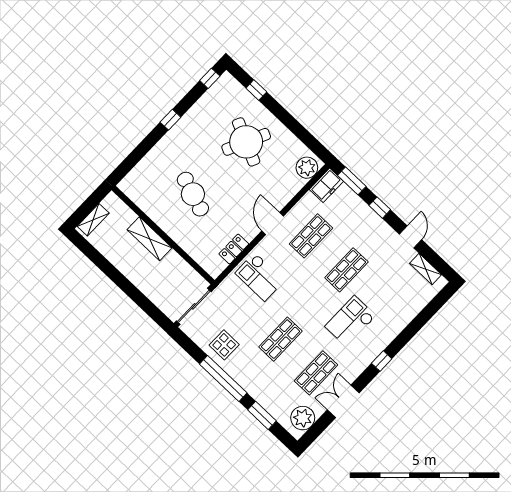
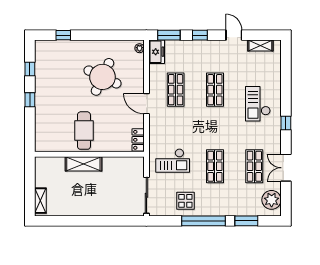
window: (210, 78) -> (30, 69), moved
round table: (246, 142) -> (102, 77), moved
plant: (307, 168) -> (140, 48), width x0.53, depth x0.53
cafe table: (193, 194) -> (84, 131), turned 71
wall: (163, 235) -> (89, 154), moved
shelving: (149, 239) -> (83, 164), moved
checkout: (260, 277) -> (173, 161), moved
checkout: (350, 321) -> (258, 104), moved

